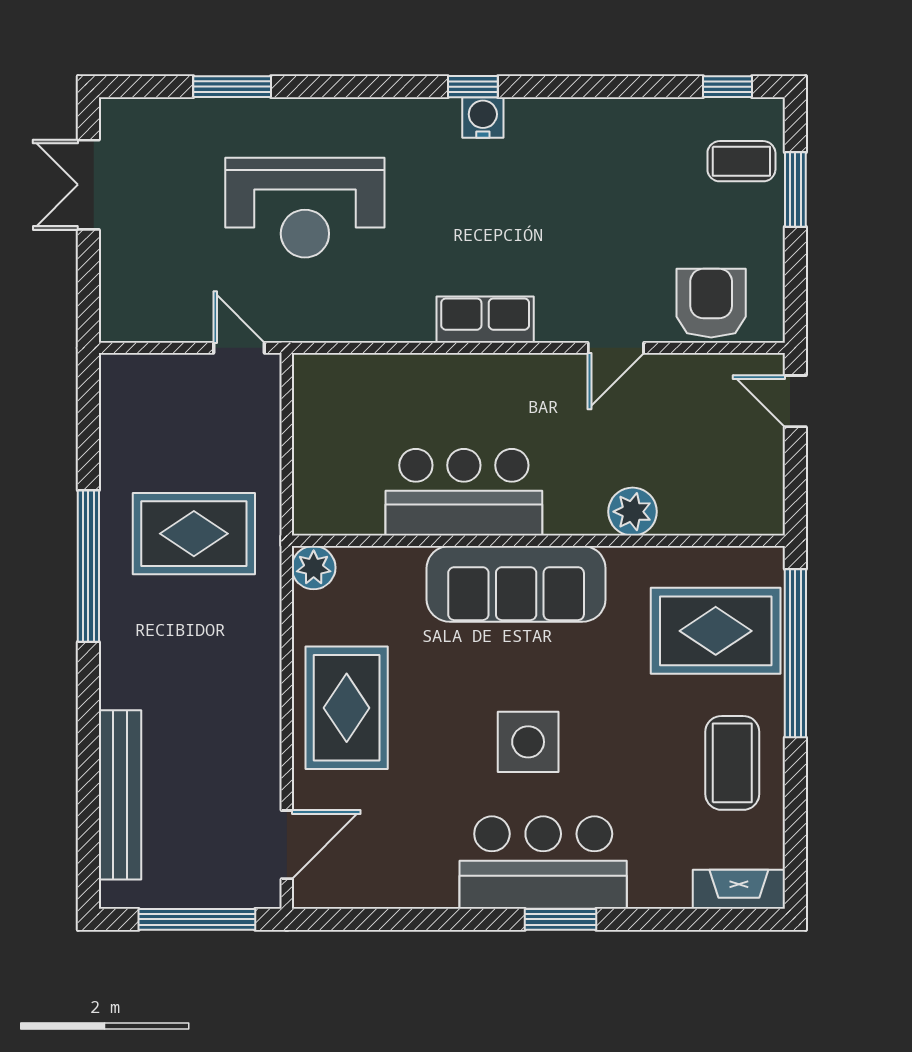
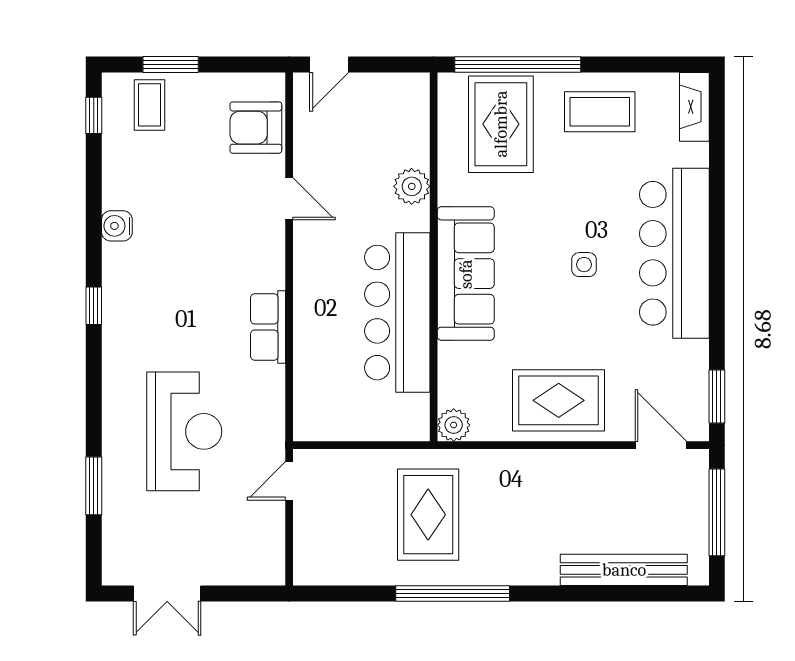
water cooler: (483, 118) -> (117, 226), moved
row of seats: (485, 320) -> (268, 327), moved
bar counter: (464, 492) -> (397, 313), width x1.36
side table: (528, 742) -> (584, 265), width x0.54, depth x0.54
bar counter: (543, 863) -> (674, 253), width x1.36
window: (561, 919) -> (717, 396), moved

